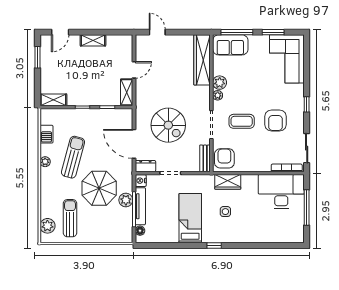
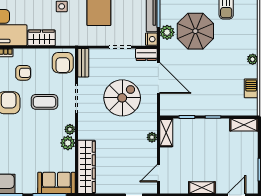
door: (134, 70) -> (158, 173), moved
plant: (140, 88) -> (152, 137), added
spiral stairs: (168, 125) -> (122, 98), turned 90
armchair: (262, 149) -> (23, 73), added
sun lounger: (73, 157) -> (223, 64), removed
wardrobe: (228, 182) -> (42, 38), moved
plant: (126, 200) -> (167, 32), moved

